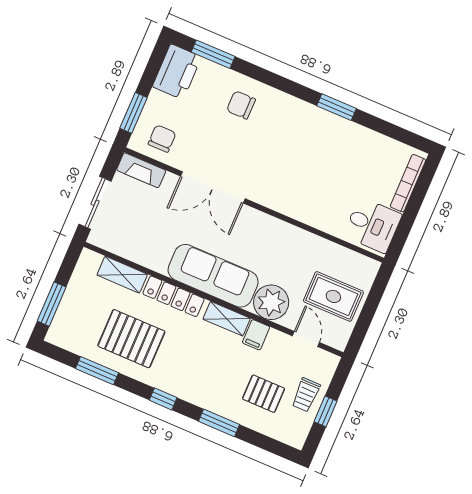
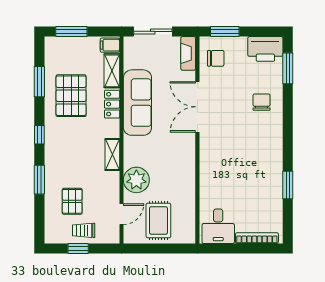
window: (337, 107) -> (288, 185), moved
sofa: (213, 276) -> (137, 103), moved
locker: (173, 296) -> (112, 104), width x0.66
filing cabinet: (256, 335) -> (110, 45), moved

